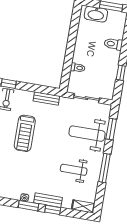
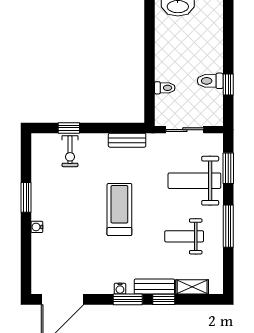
toilet: (113, 44) -> (210, 81), moved
treadmill: (25, 133) -> (119, 209), moved, turned 180
shelving: (83, 206) -> (192, 287), moved

